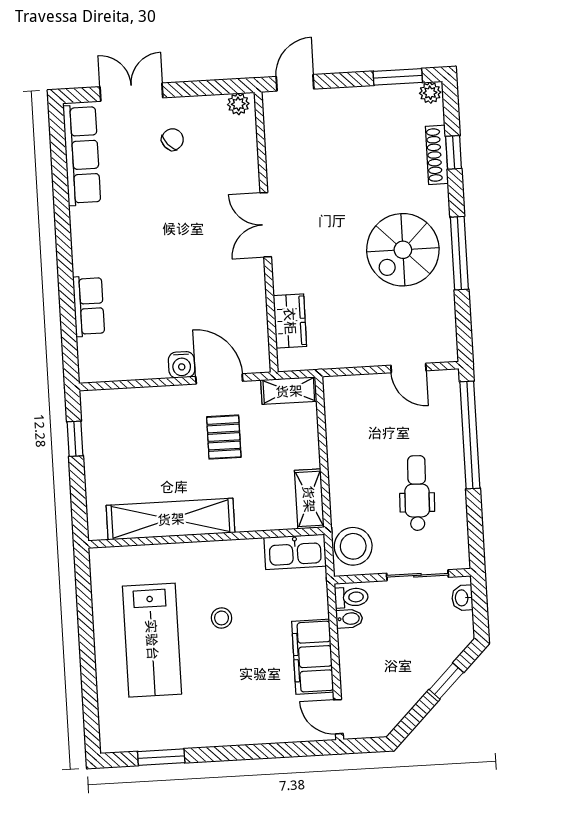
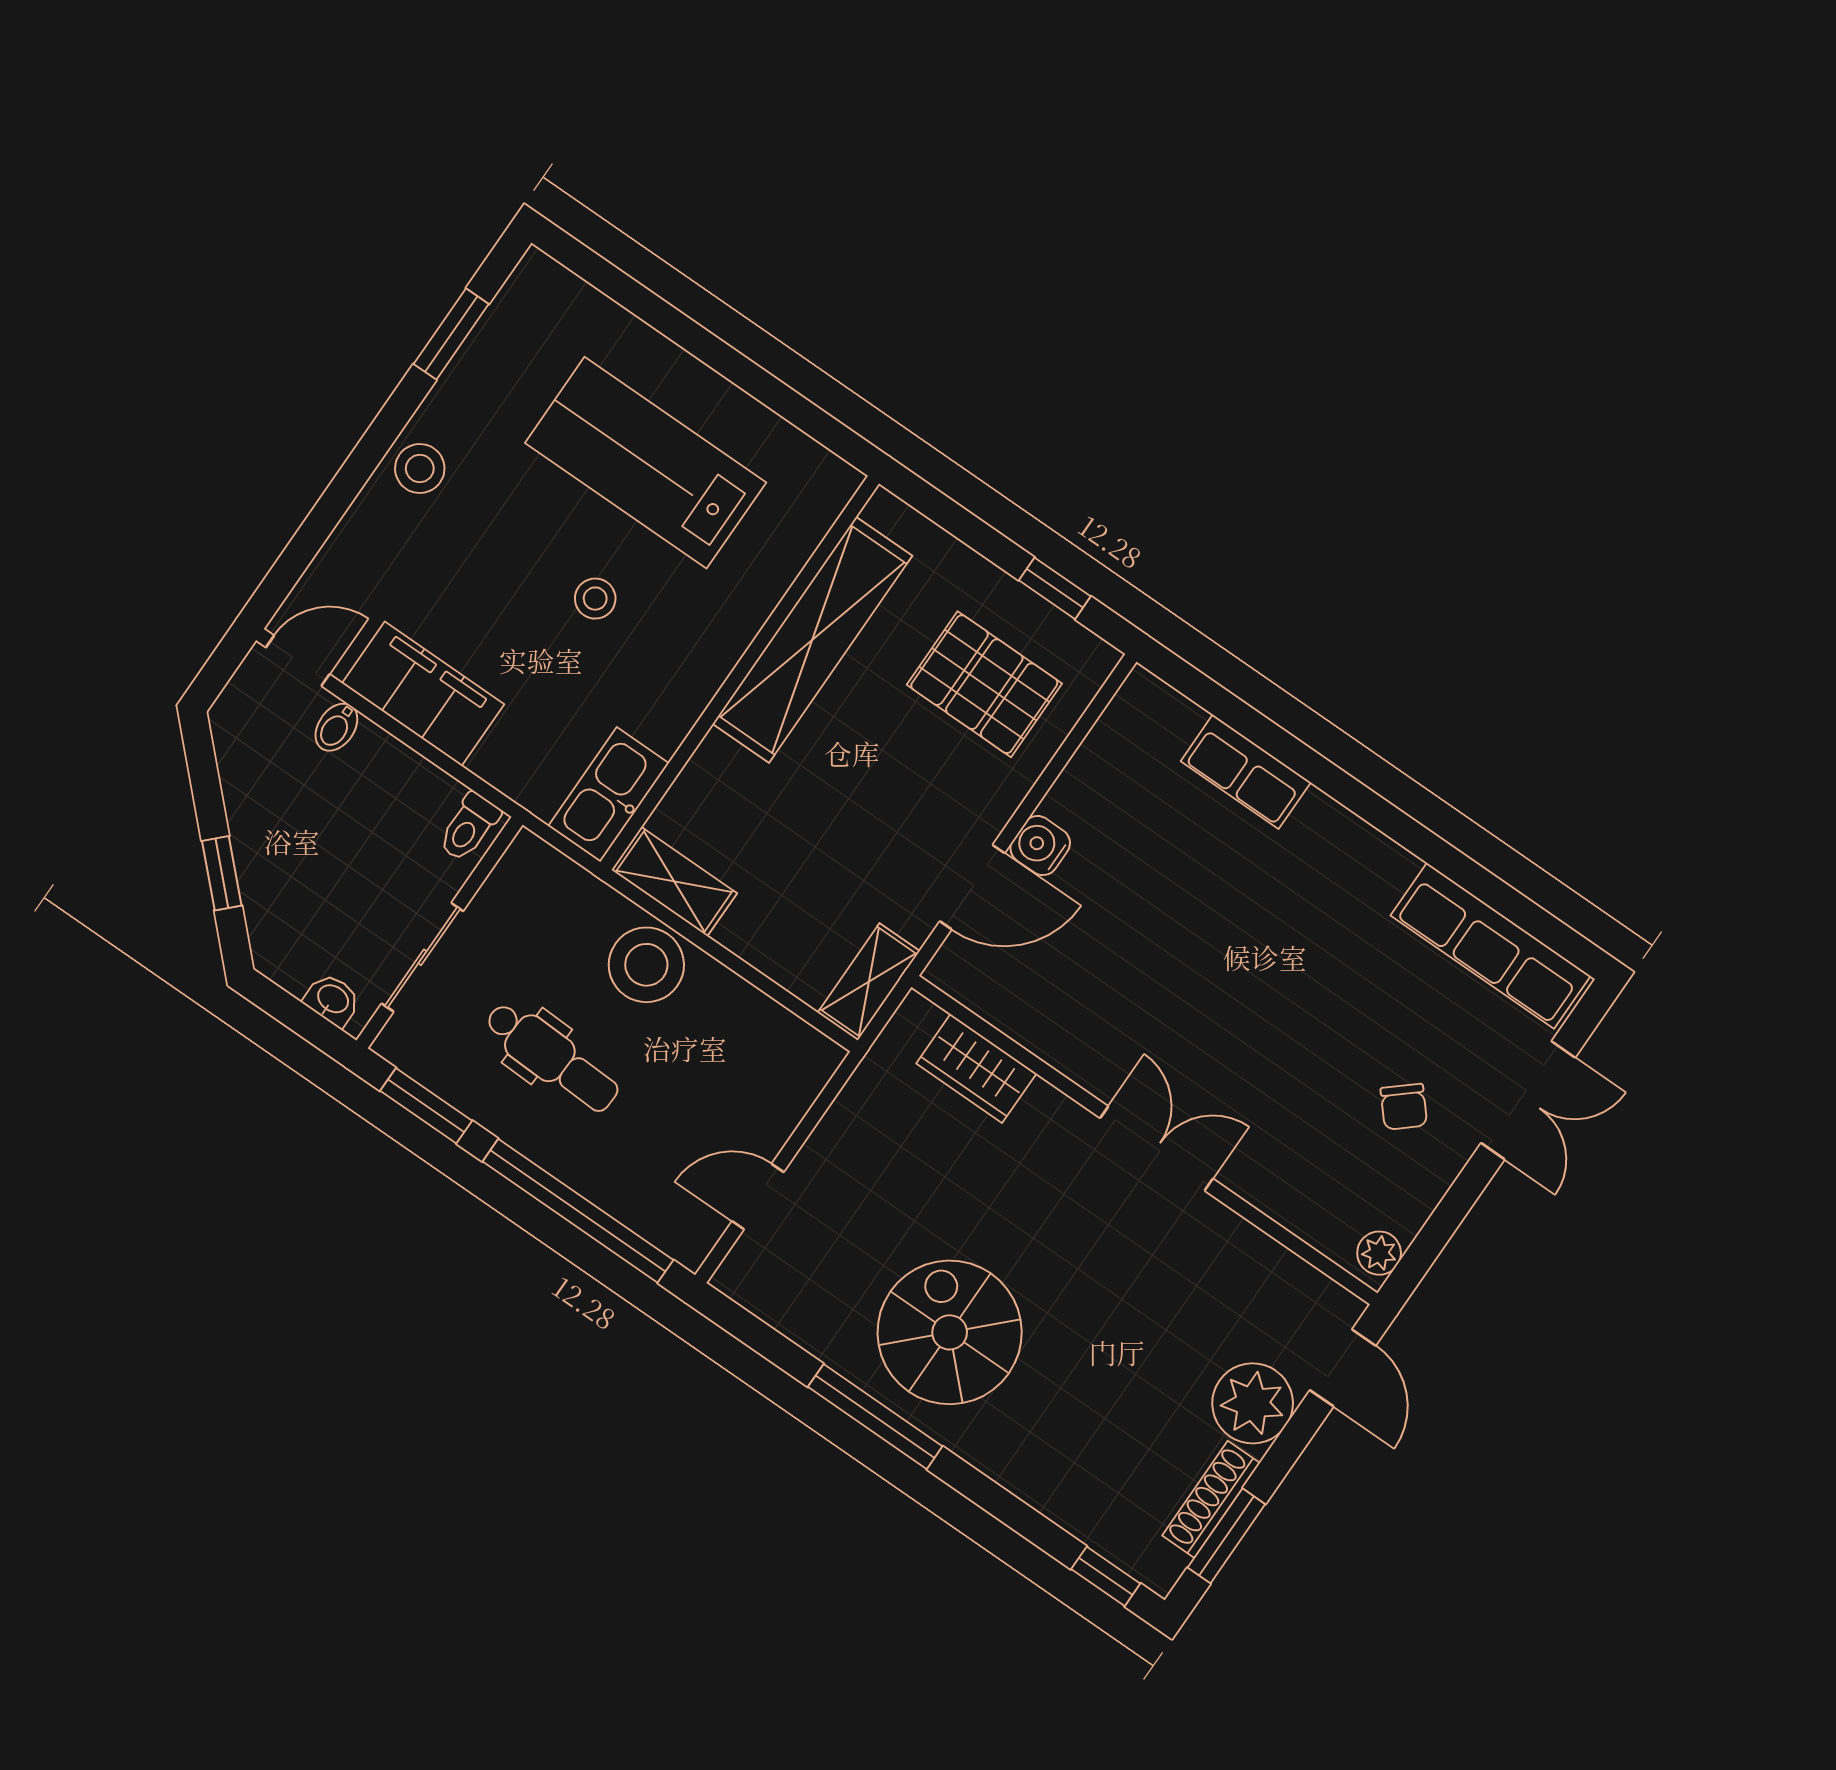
plant: (430, 93) -> (1253, 1403), moved, width x1.88, depth x1.88
window: (454, 152) -> (1106, 1576), moved
shoe rack: (437, 155) -> (1211, 1499), moved, turned -90
pallet: (224, 437) -> (984, 684), moved, width x1.50, depth x1.42
window: (475, 528) -> (426, 1106), added
stool: (353, 546) -> (646, 965), moved
bidet: (349, 619) -> (336, 727), moved
stool: (224, 728) -> (420, 469), added

